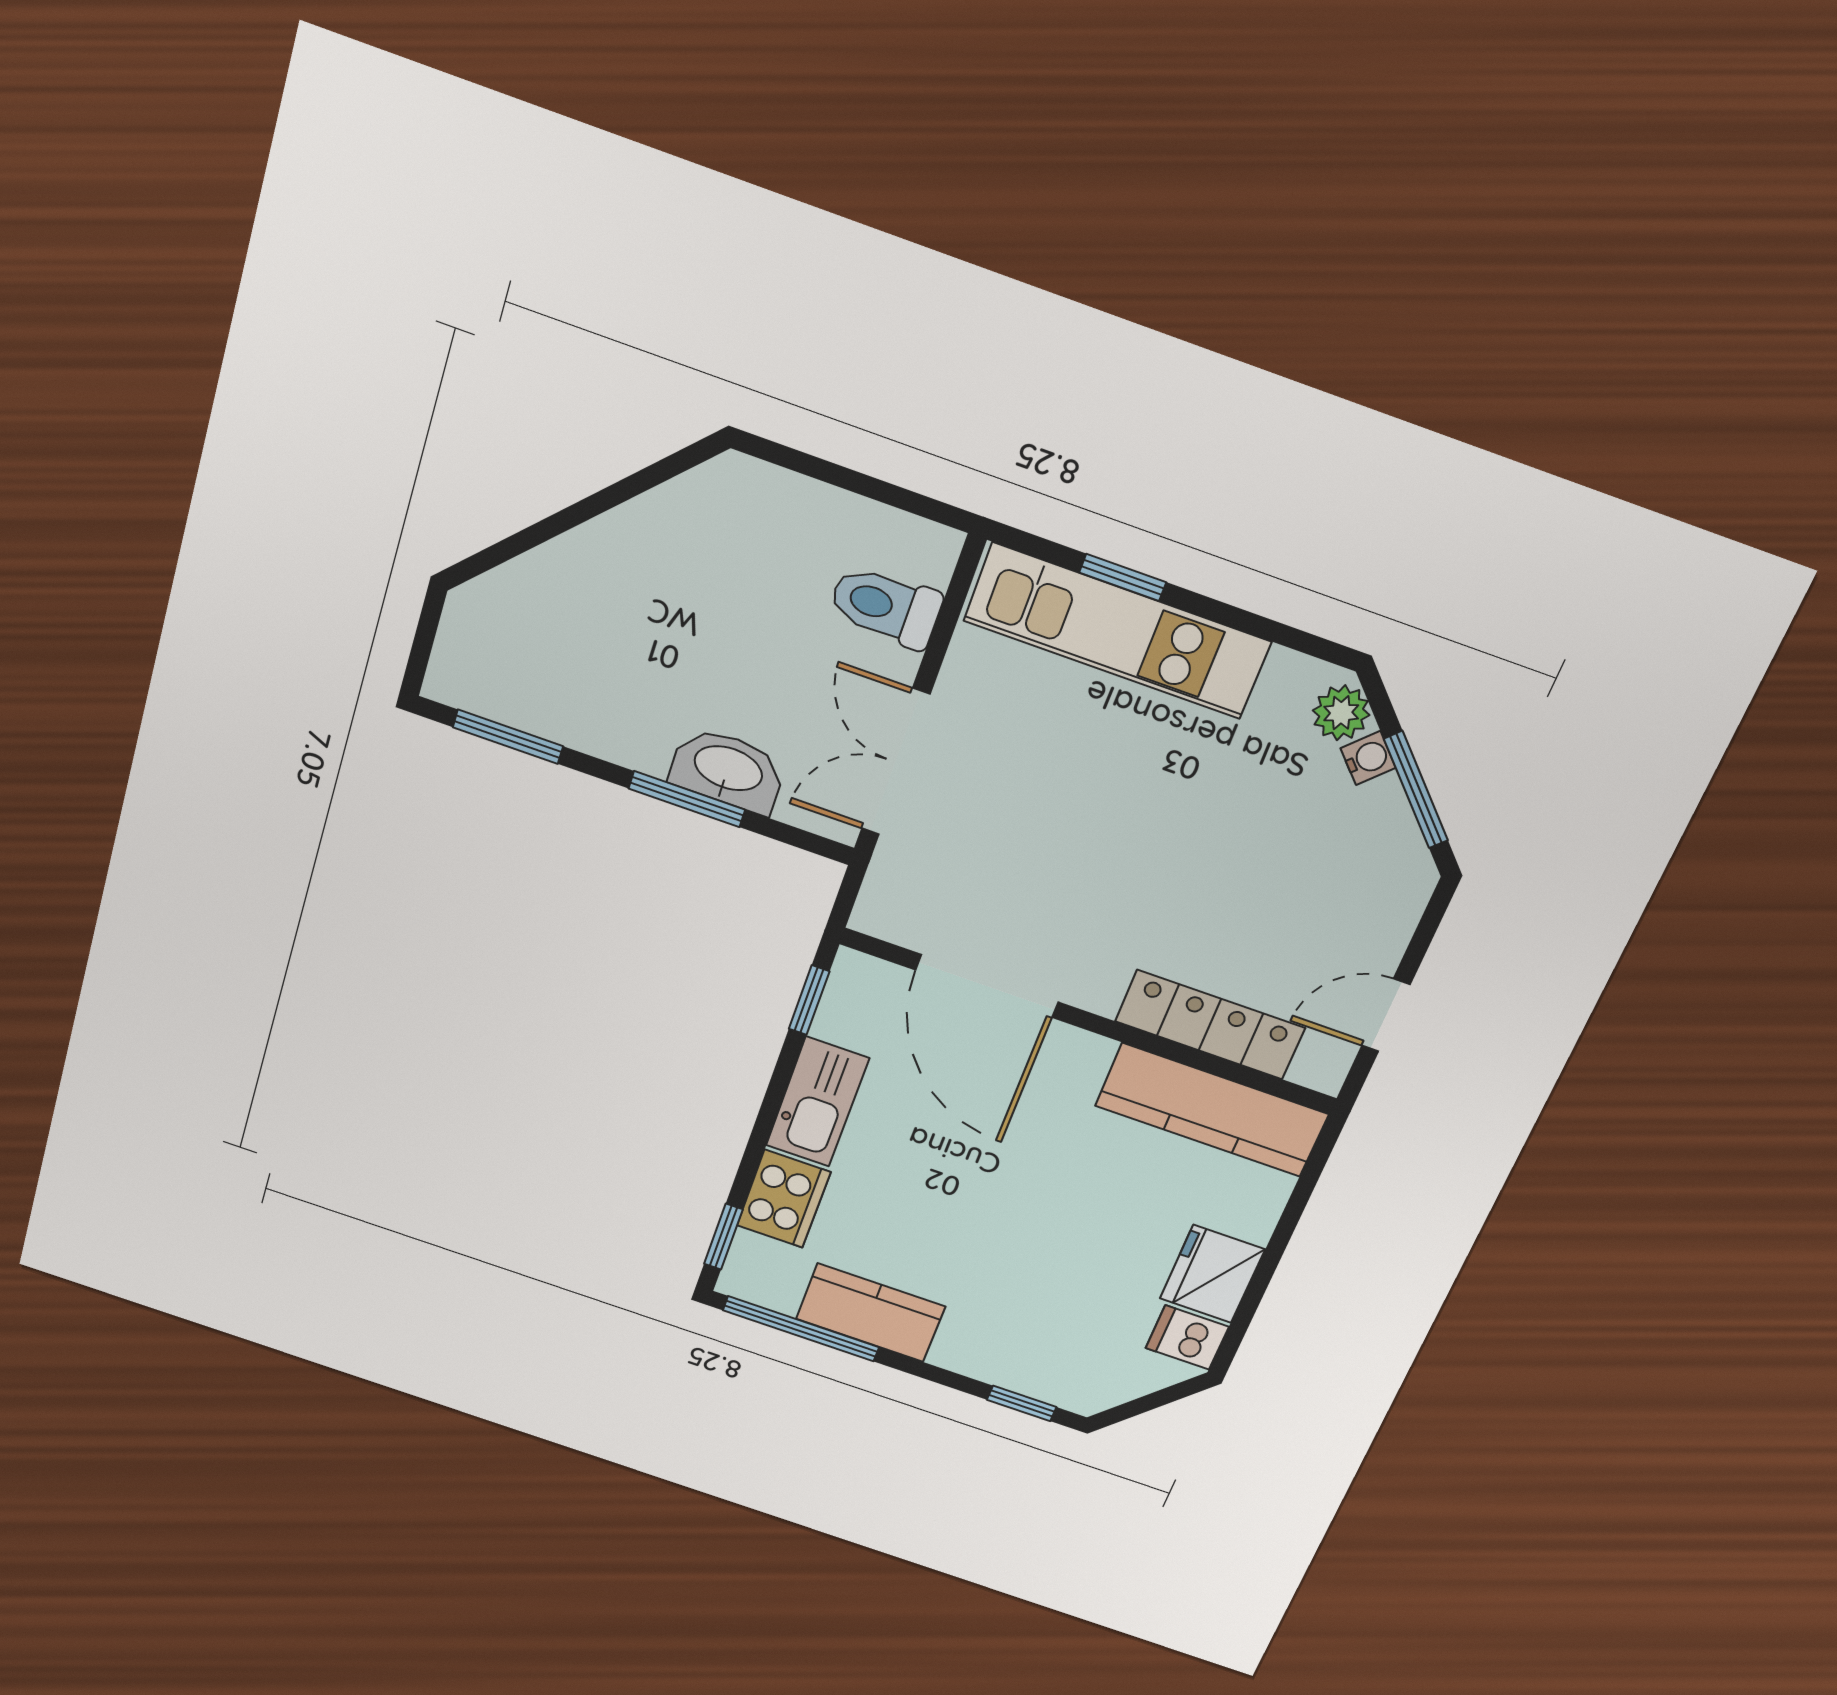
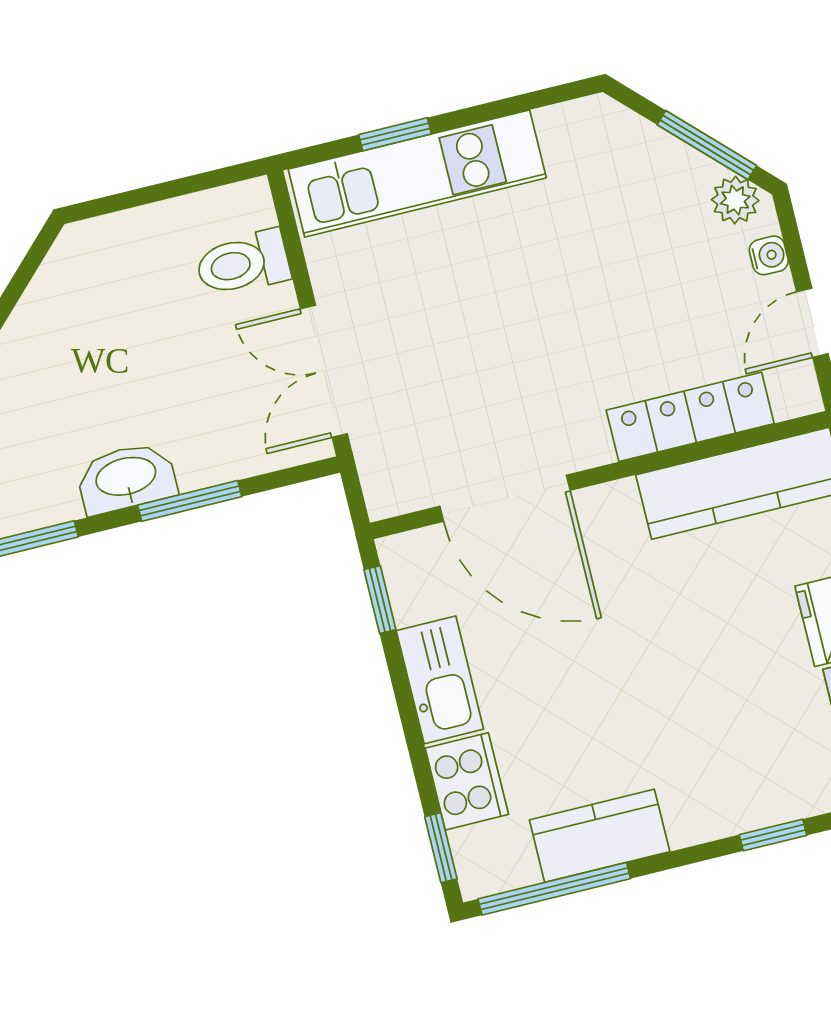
plant: (1341, 713) -> (735, 200), moved
water cooler: (1368, 758) -> (769, 255), moved, turned 45
washbasin: (728, 770) -> (126, 478), moved

